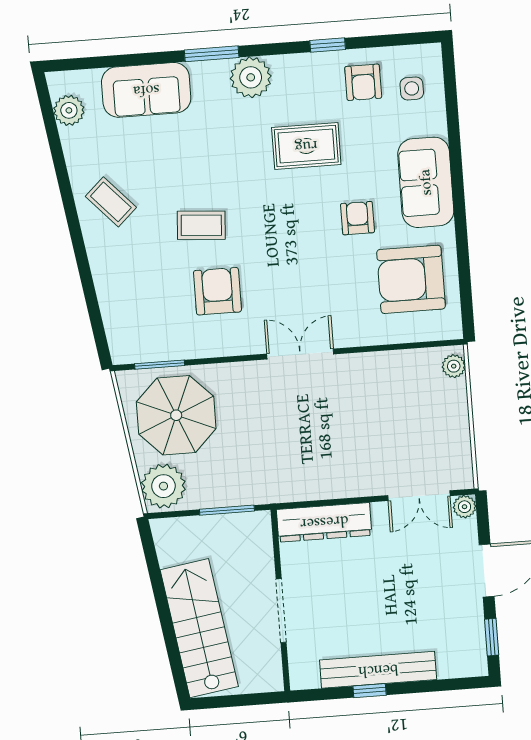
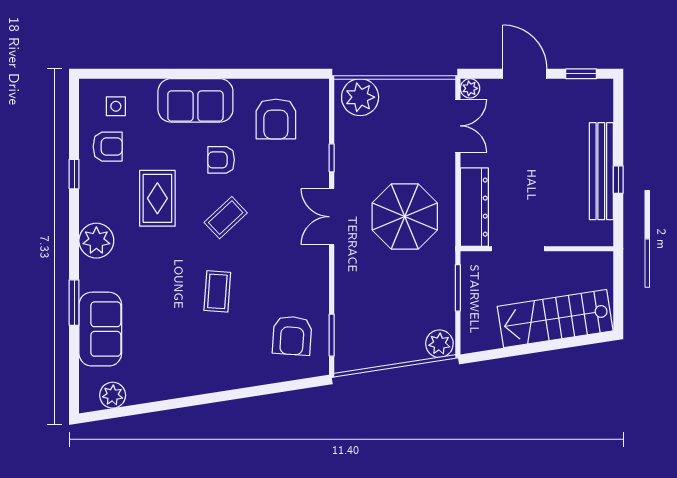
window: (212, 54) -> (74, 303), moved
coffee table: (111, 202) -> (226, 218), moved
armchair: (411, 279) -> (276, 119), width x0.73, depth x0.73
armchair: (217, 291) -> (292, 336), moved, turned -86
window: (370, 349) -> (332, 158), added
plant: (454, 366) -> (360, 97), width x1.87, depth x1.87
parasol: (176, 415) -> (405, 216), moved
plant: (163, 486) -> (439, 344), width x0.73, depth x0.73
doorway: (281, 611) -> (518, 249), moved

